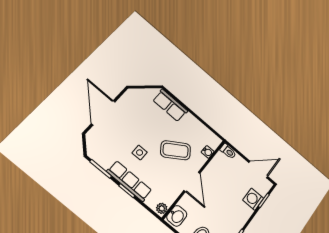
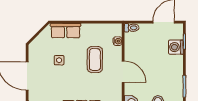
coffee table: (176, 150) -> (95, 60), turned -56
side table: (140, 153) -> (59, 60), moved

